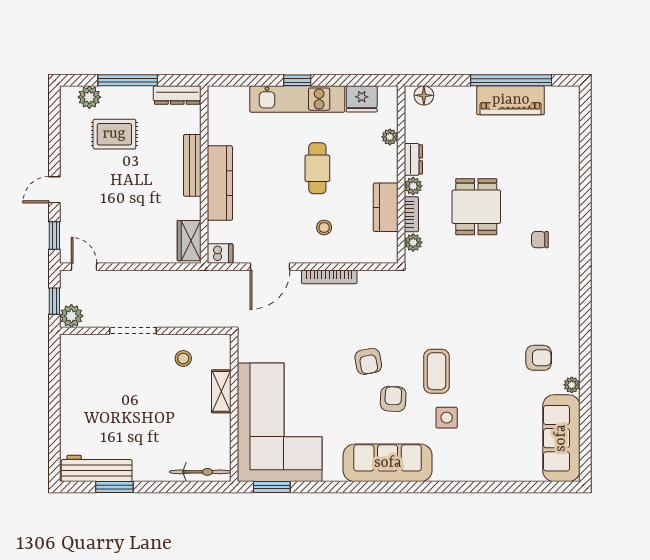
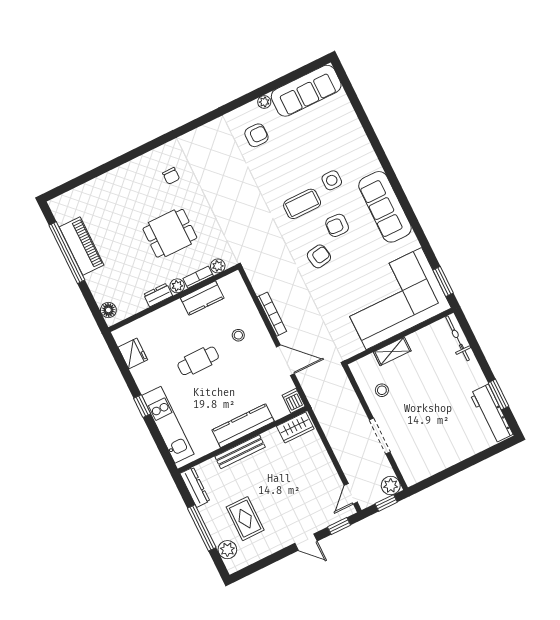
kitchen unit: (297, 99) -> (168, 425), moved
plant: (390, 137) -> (150, 320), removed
armchair: (539, 358) -> (256, 135), turned 90

